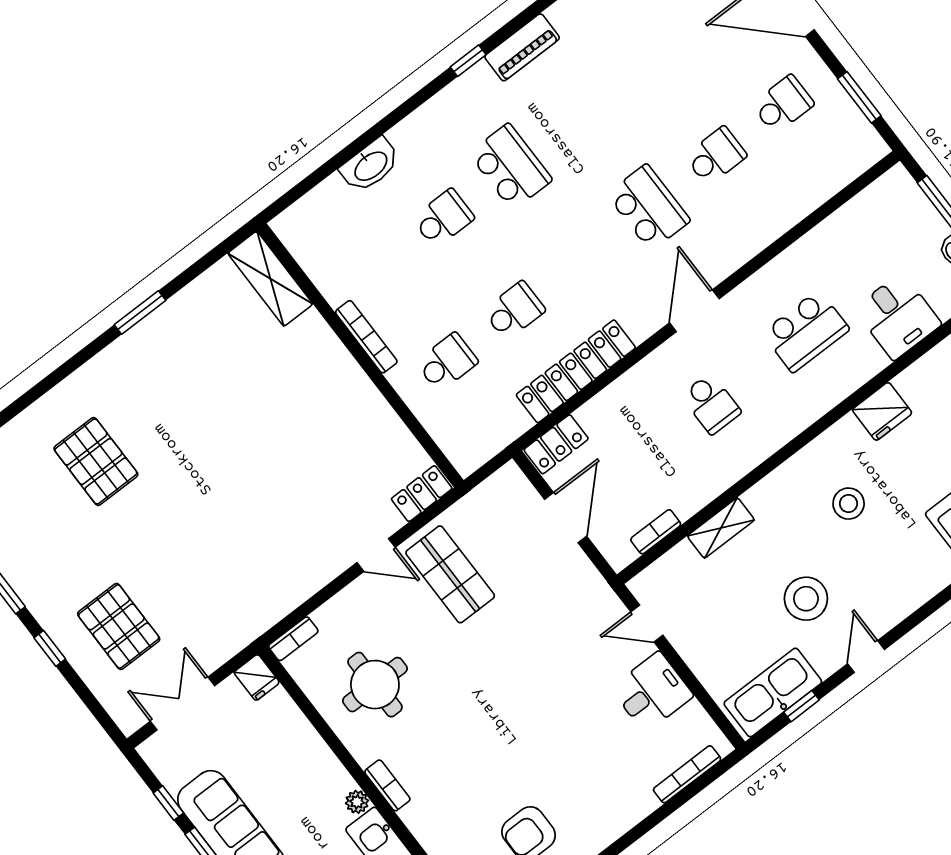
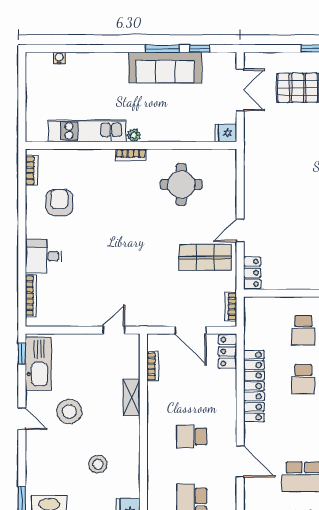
bookcase: (293, 639) -> (231, 307), moved
desk: (652, 692) -> (44, 256), moved, turned 90
window: (802, 706) -> (22, 354), moved

